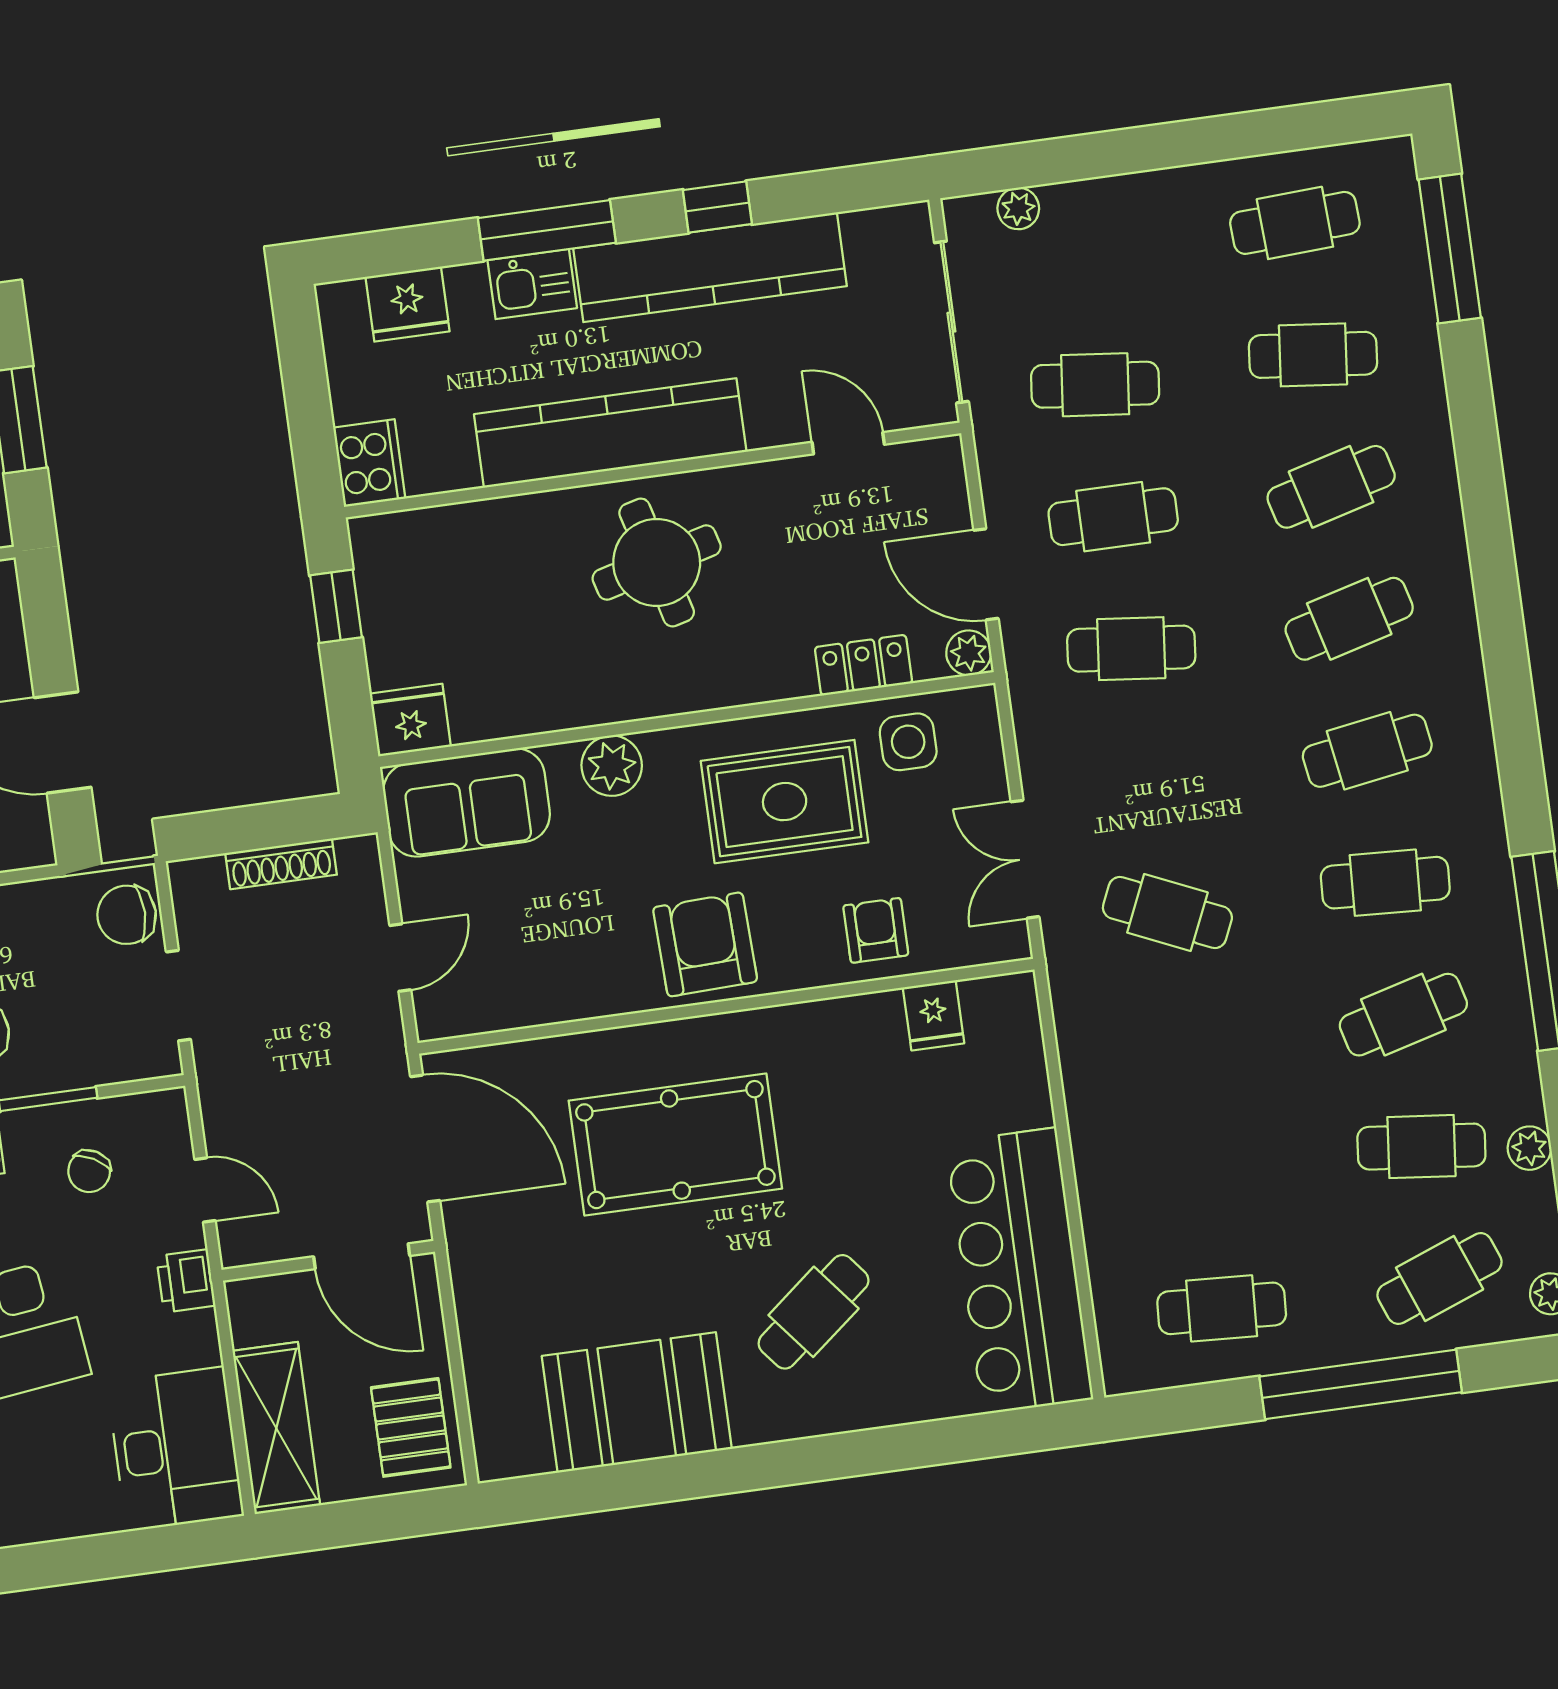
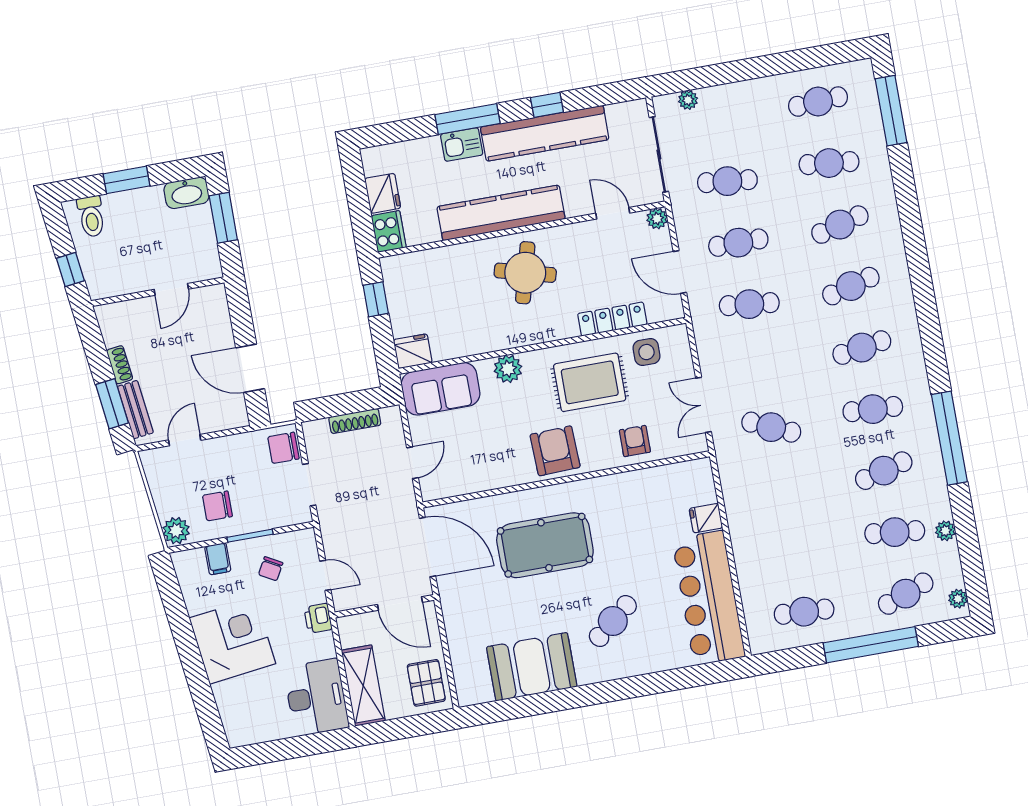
fridge: (408, 304) -> (383, 193), moved, turned -90
round table: (657, 562) -> (525, 273), turned 30
plant: (969, 653) -> (657, 219), moved
locker: (863, 665) -> (612, 319), width x1.53
fridge: (934, 1015) -> (706, 518), moved, turned 90

